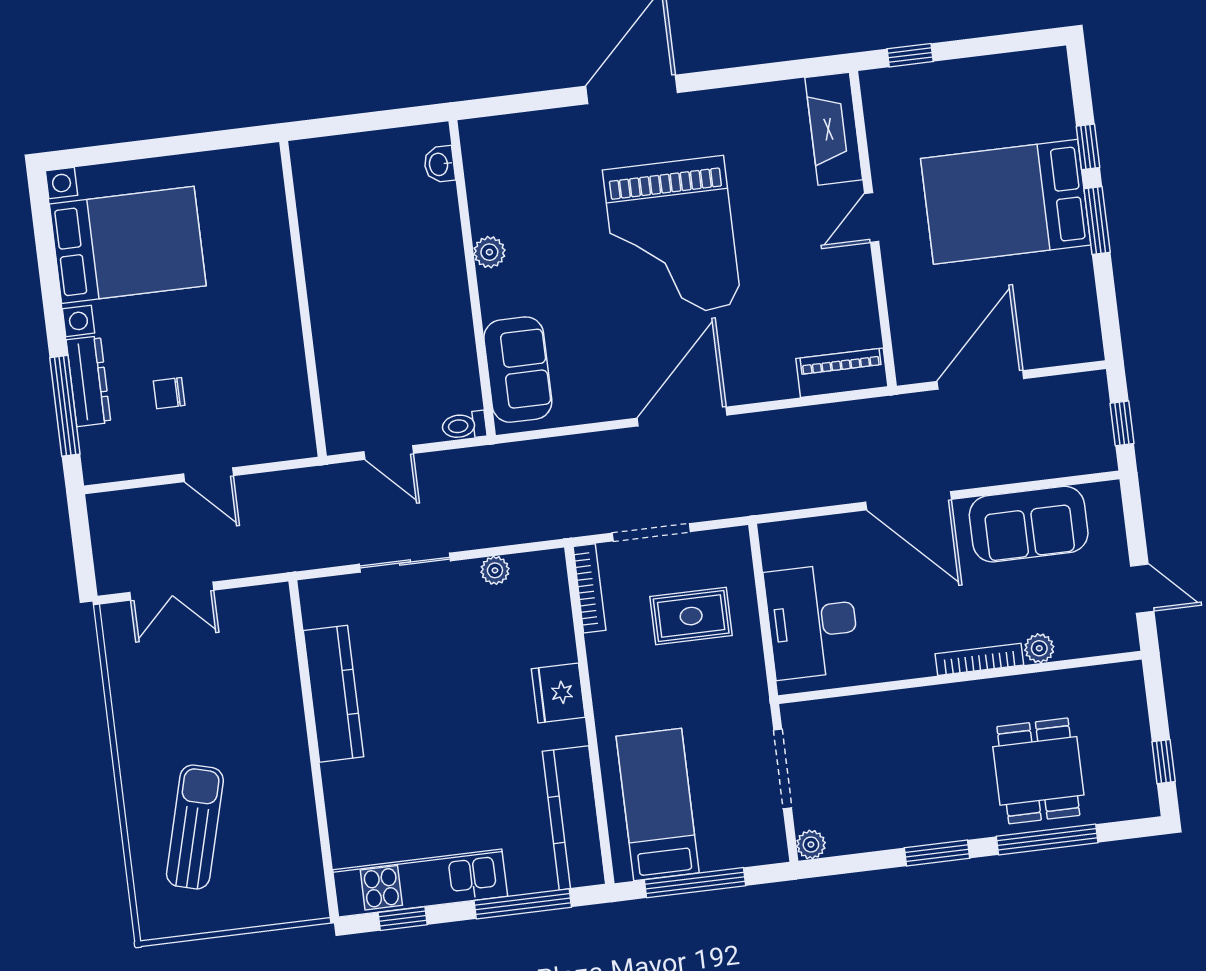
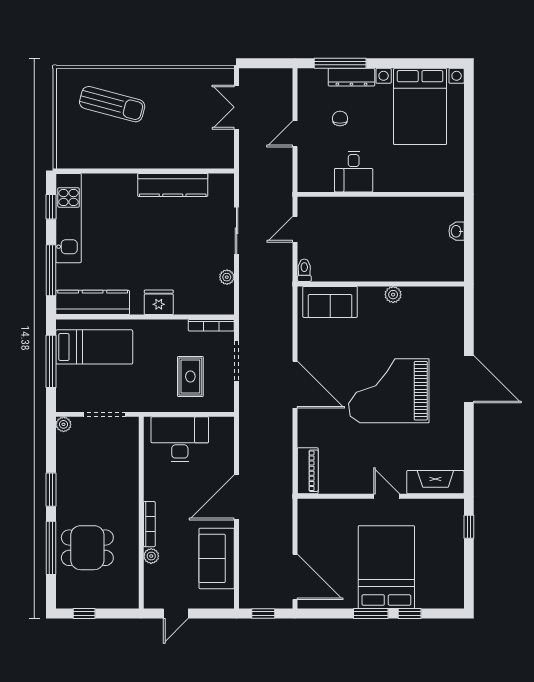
washbasin: (439, 164) -> (457, 231), moved, turned -90
desk: (266, 355) -> (354, 172), added
door: (980, 380) -> (295, 577), moved

